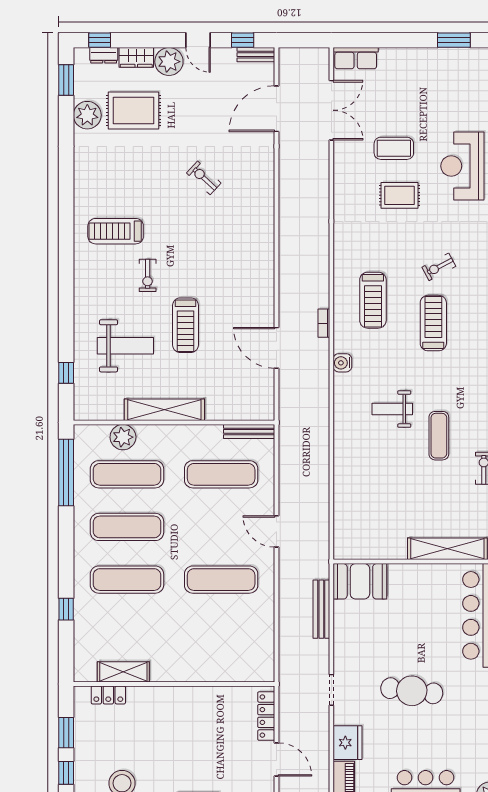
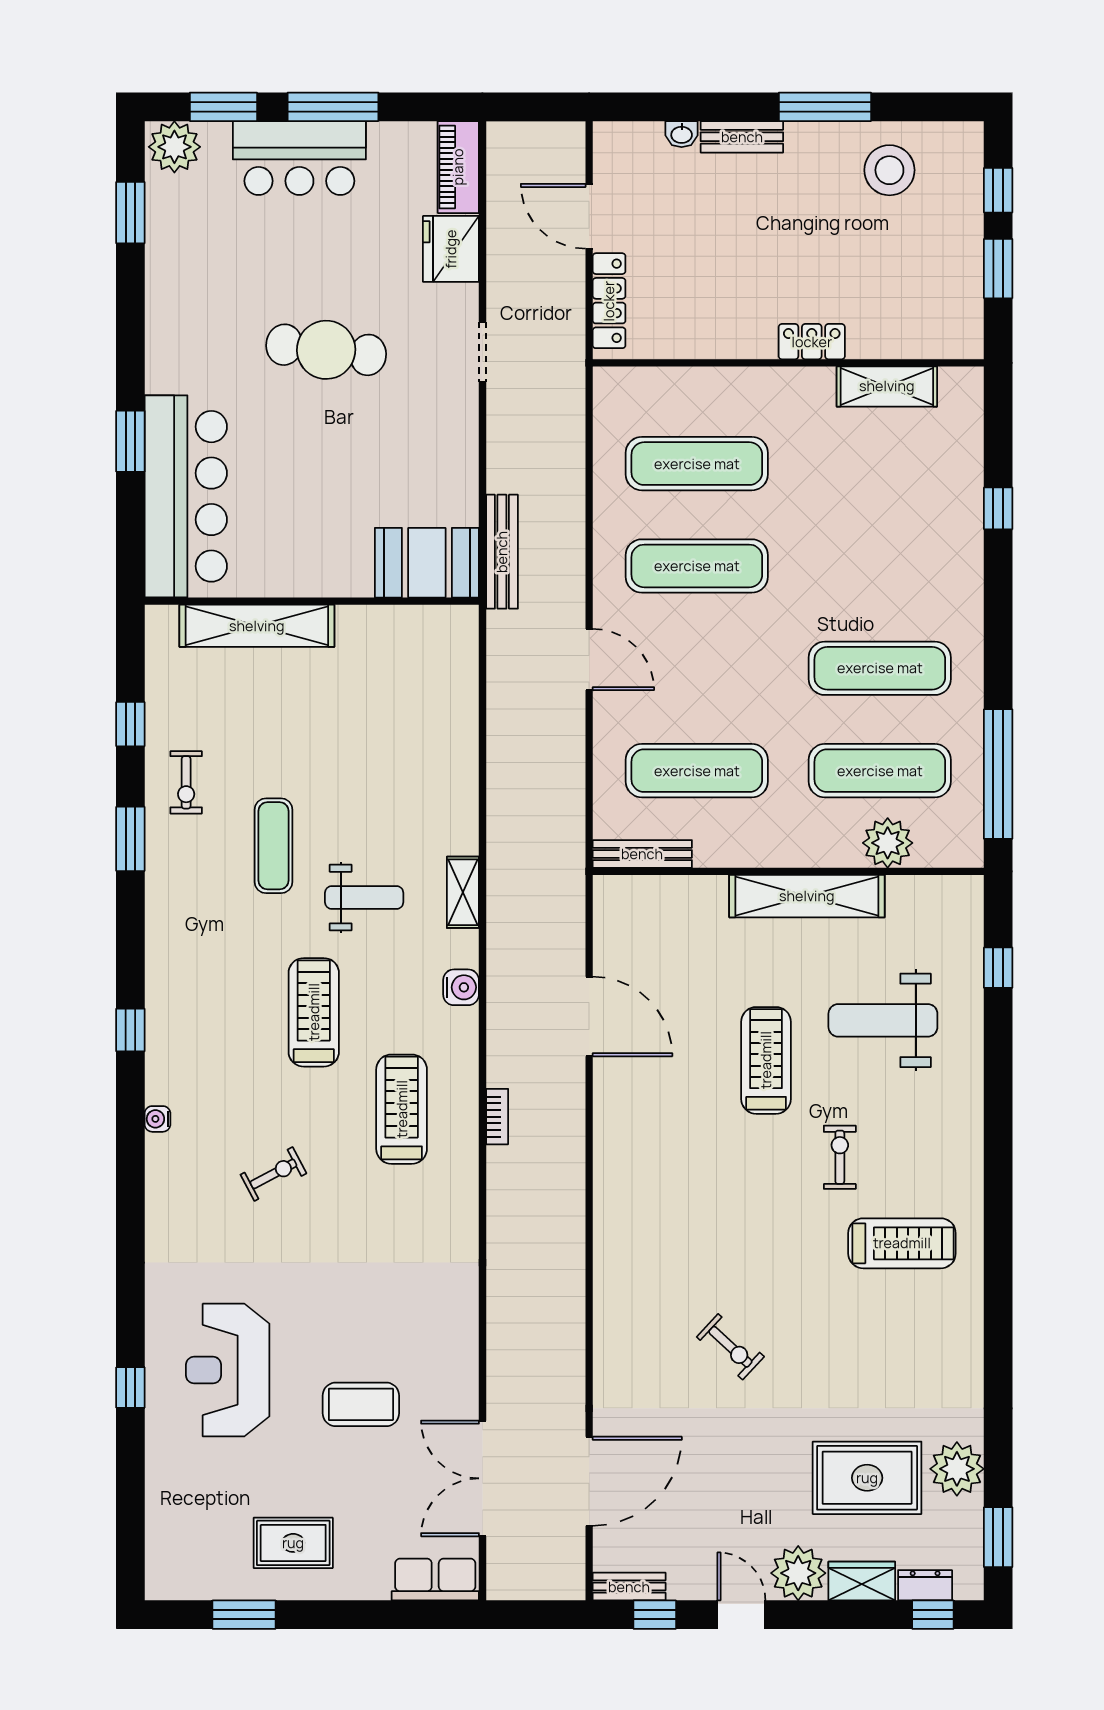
reception desk: (462, 166) -> (228, 1370), turned 180
rug: (400, 195) -> (293, 1543), moved
bookcase: (324, 323) -> (497, 1117), moved
treadmill: (433, 323) -> (314, 1012), moved, turned 180
shelving: (341, 412) -> (463, 892), added
exercise mat: (127, 580) -> (697, 464), moved
bench: (321, 609) -> (502, 552), moved
locker: (108, 695) -> (812, 342), moved

